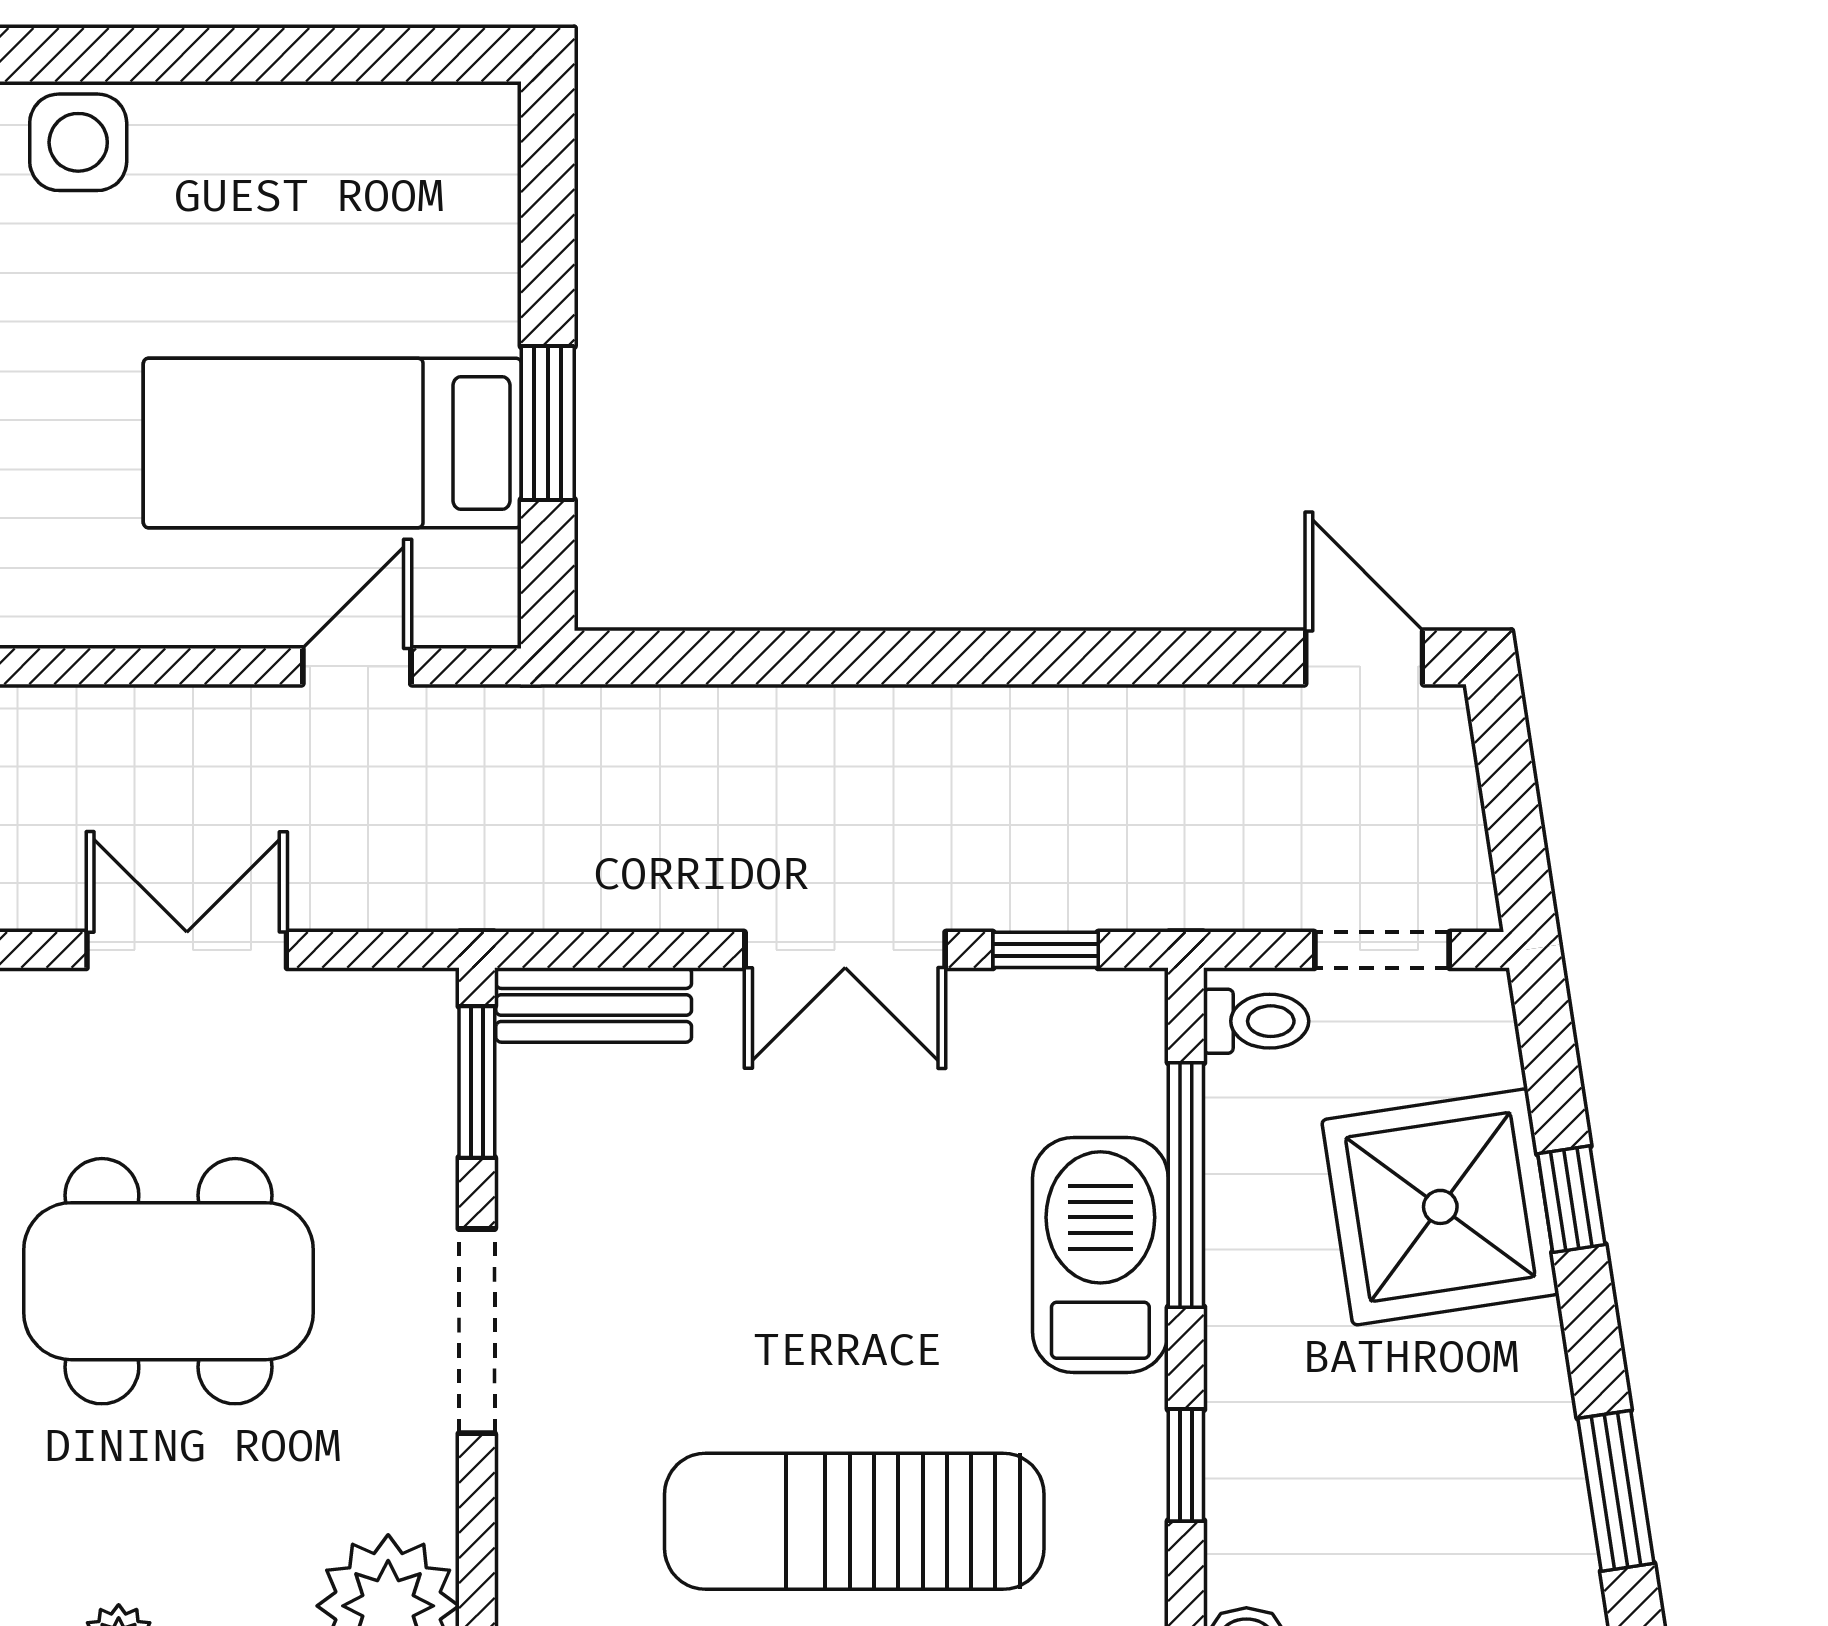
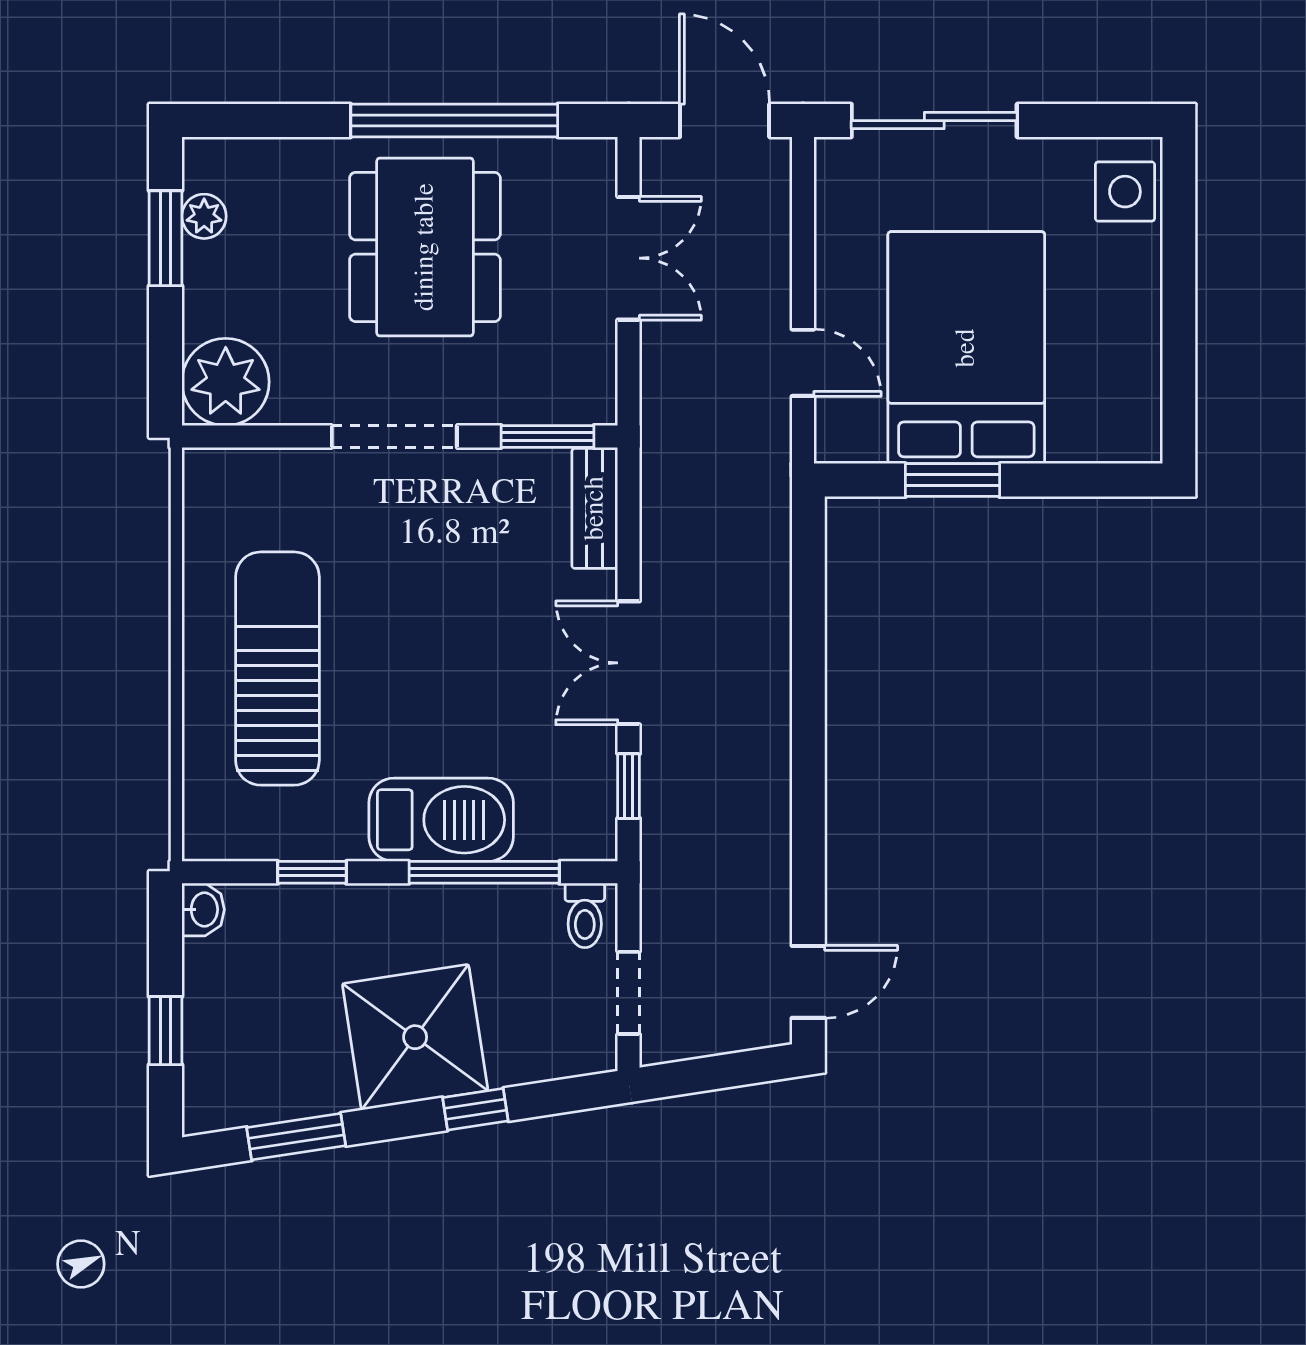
bed: (332, 443) -> (966, 348), width x1.50
shower: (1440, 1207) -> (415, 1037), moved

